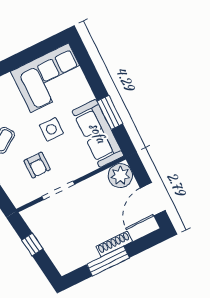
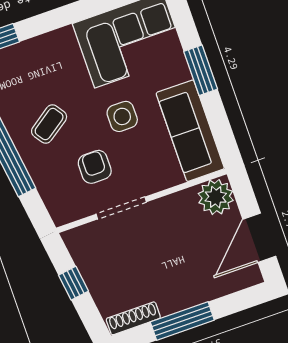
window: (110, 112) -> (201, 70), moved
armchair: (37, 165) -> (95, 167), turned 180
shoe rack: (114, 244) -> (133, 318), moved

